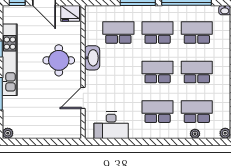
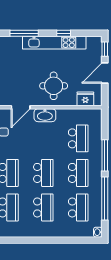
fridge: (70, 13) -> (85, 99), moved, turned 90
washbasin: (92, 58) -> (45, 115), moved
door: (83, 98) -> (21, 107), swing flipped

